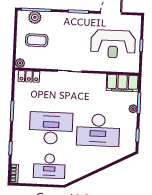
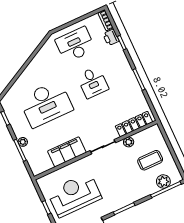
plant: (20, 63) -> (129, 142), moved
locker: (29, 76) -> (134, 124), width x1.53
filing cabinet: (122, 83) -> (67, 152), moved
desk: (51, 128) -> (93, 82), width x0.53, depth x0.77
desk: (98, 130) -> (46, 104), turned 180
printer: (17, 157) -> (111, 37), added

